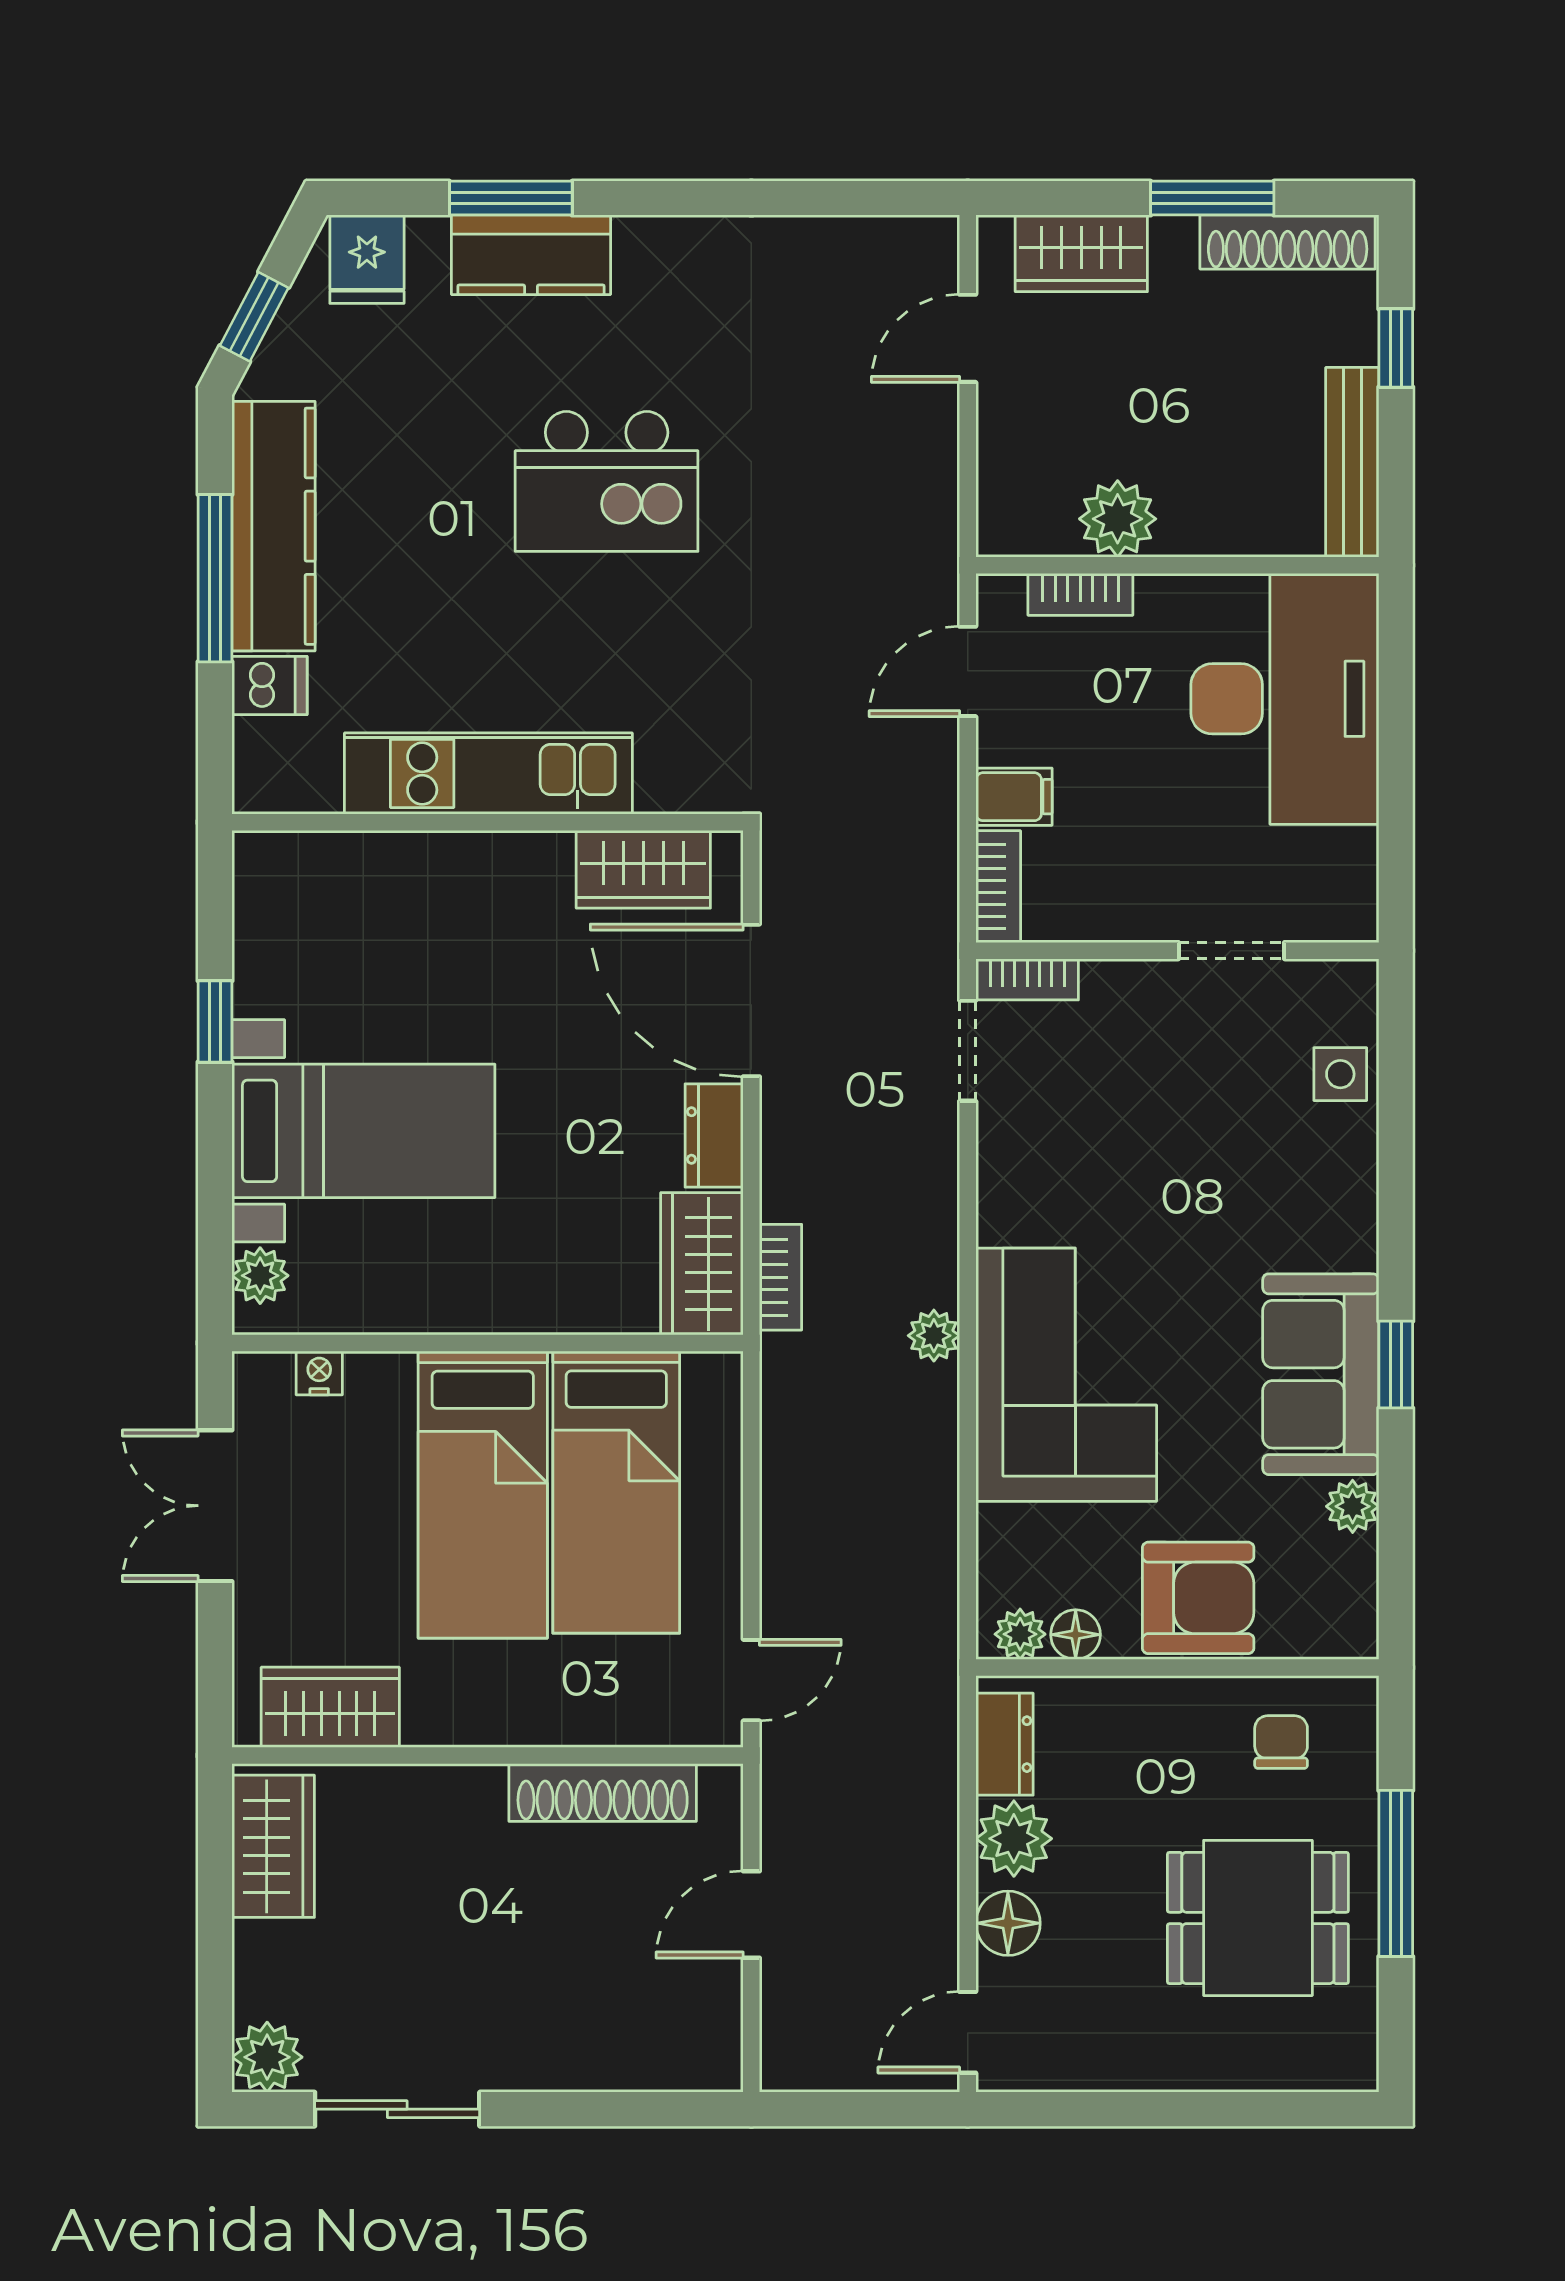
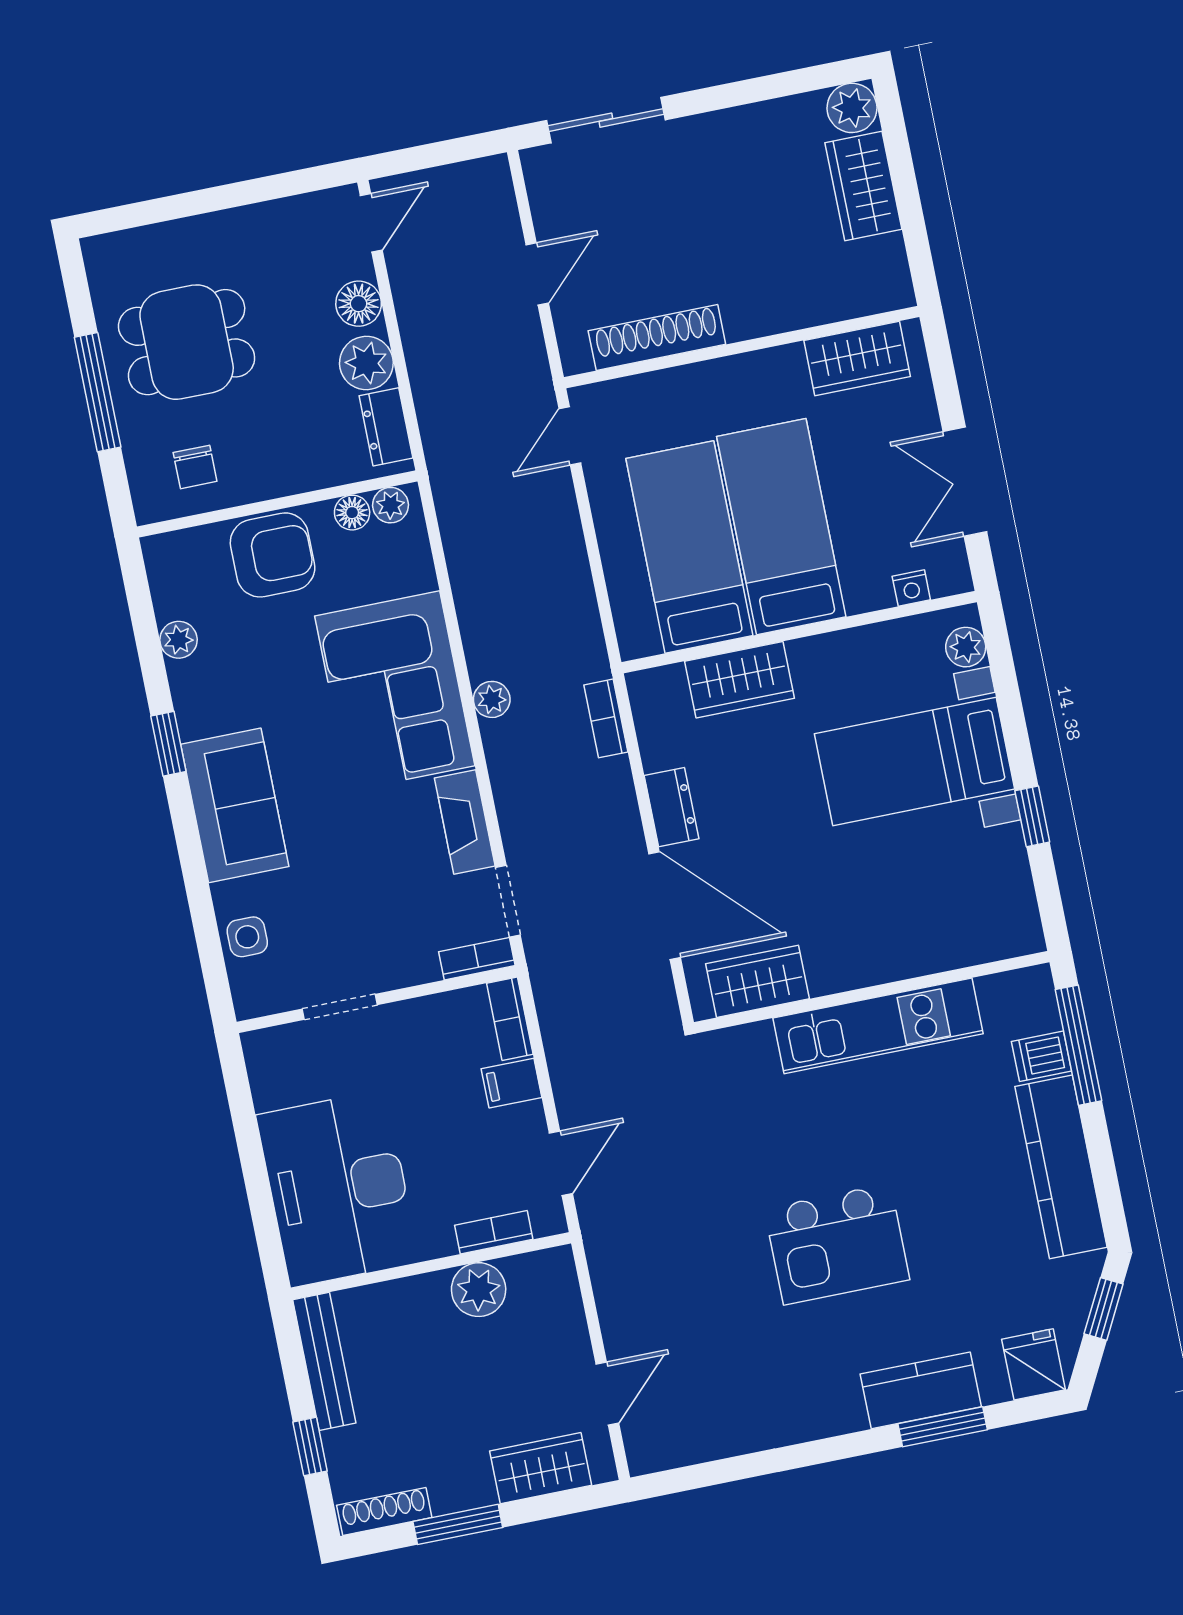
shoe rack: (1288, 242) -> (384, 1511), width x0.74, depth x0.81
kitchen island: (607, 481) -> (837, 1244), turned 180
window: (215, 578) -> (1078, 1045), moved
fireplace: (1006, 1173) -> (465, 822), added
wardrobe: (702, 1264) -> (740, 680), moved, turned 90
sofa: (1321, 1374) -> (235, 805), moved
double door: (215, 1506) -> (965, 482), swing flipped
armchair: (1198, 1598) -> (273, 555), turned 180
wardrobe: (273, 1846) -> (863, 186), moved
sliding door: (397, 2109) -> (606, 120), moved

